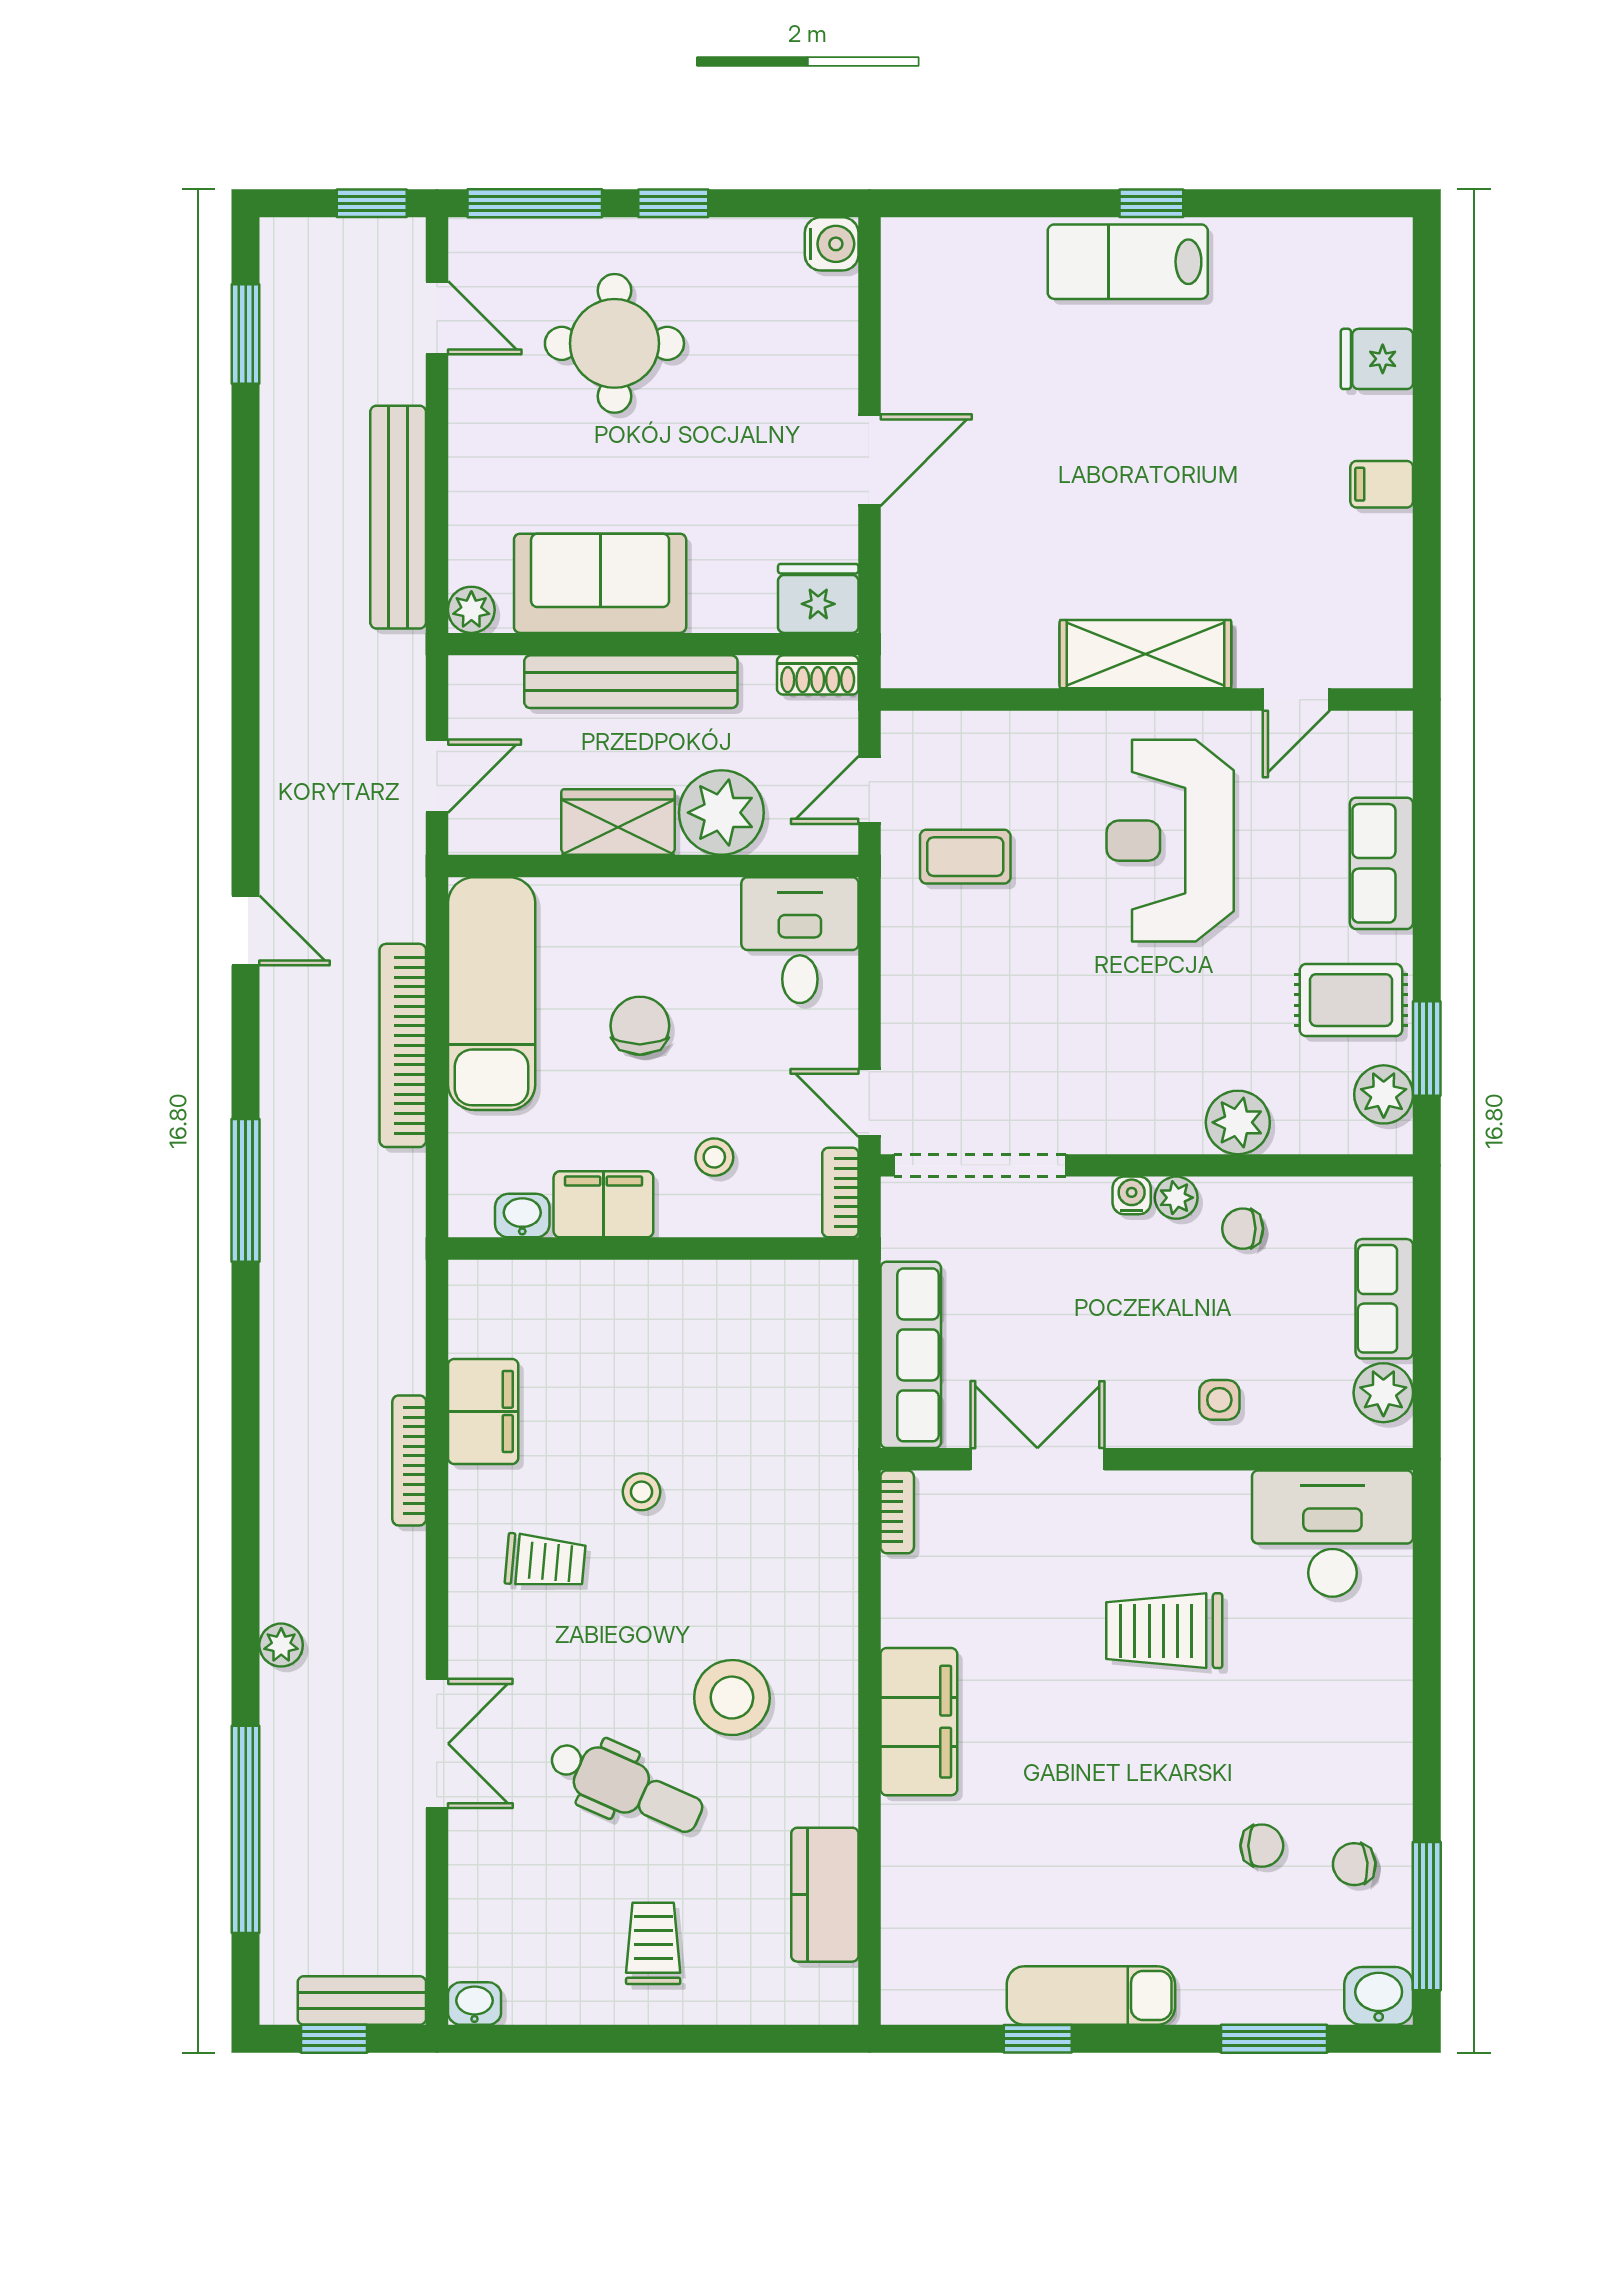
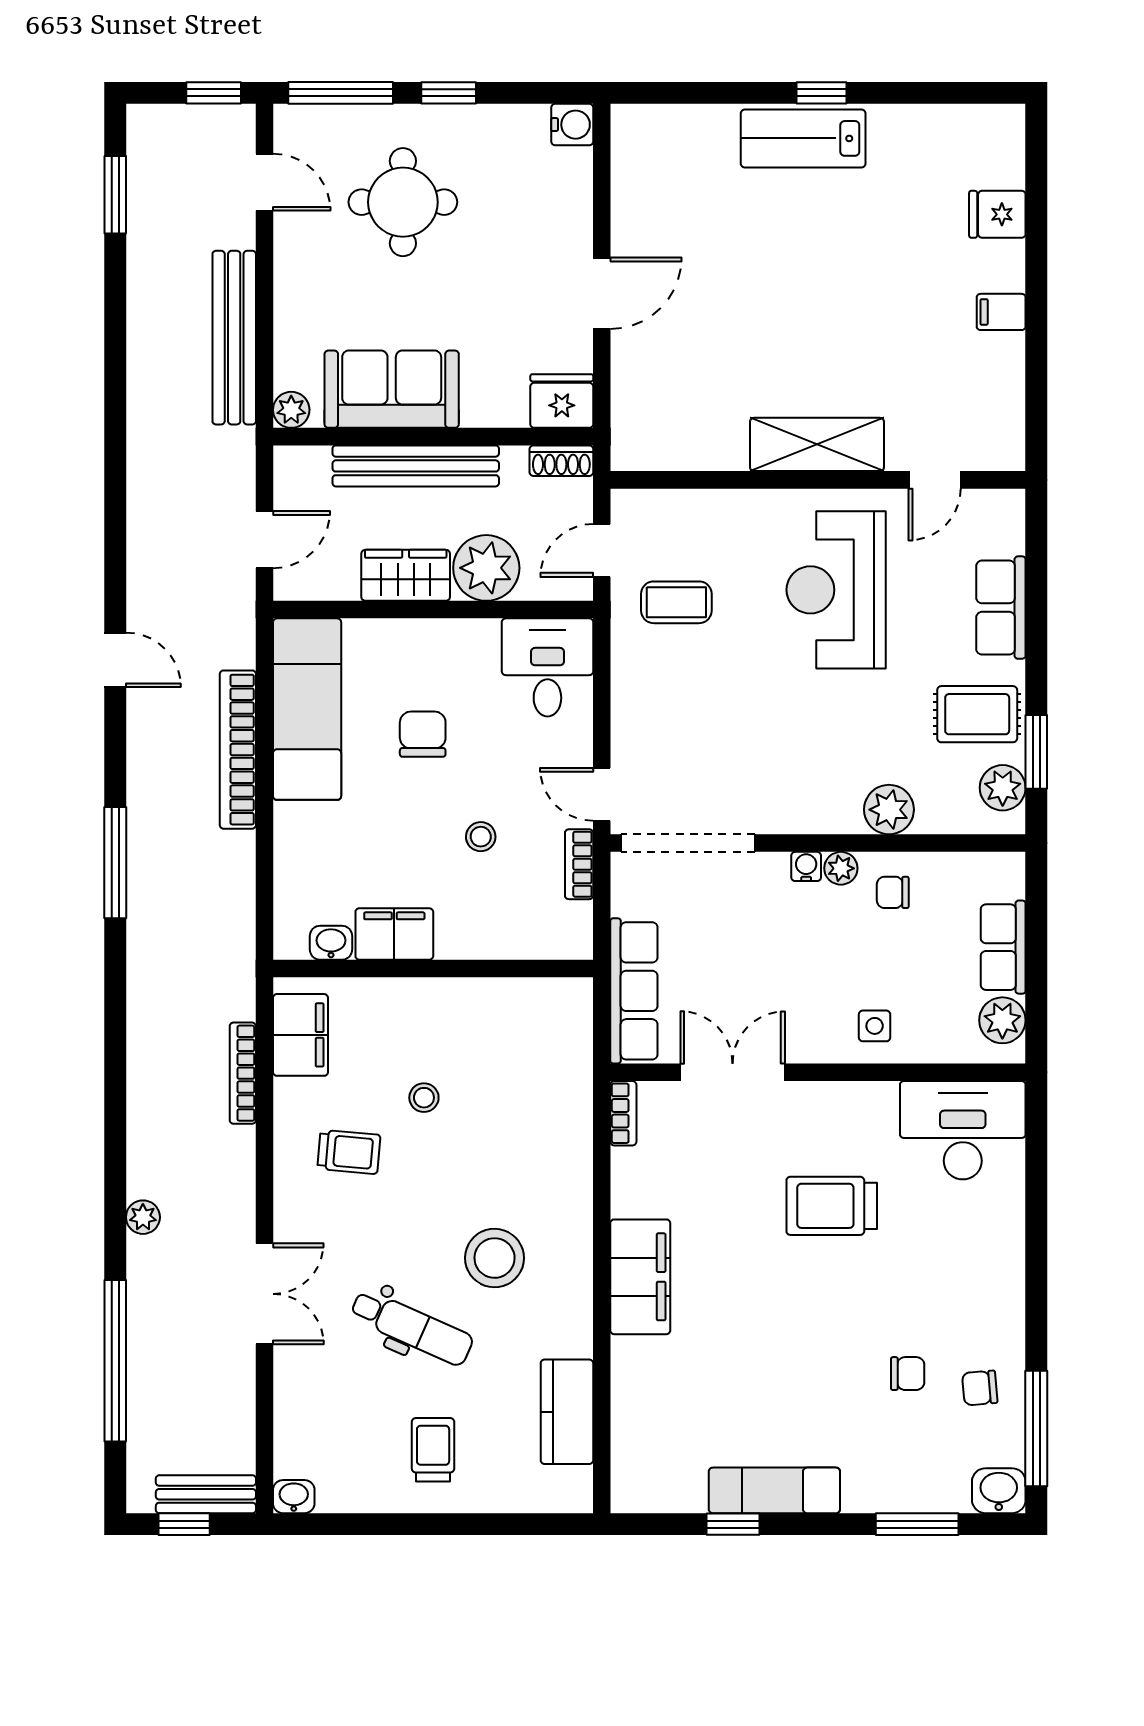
filing cabinet: (603, 1204) -> (394, 934), moved
washbasin: (522, 1216) -> (331, 943), moved
wall: (653, 1249) -> (433, 968), moved

